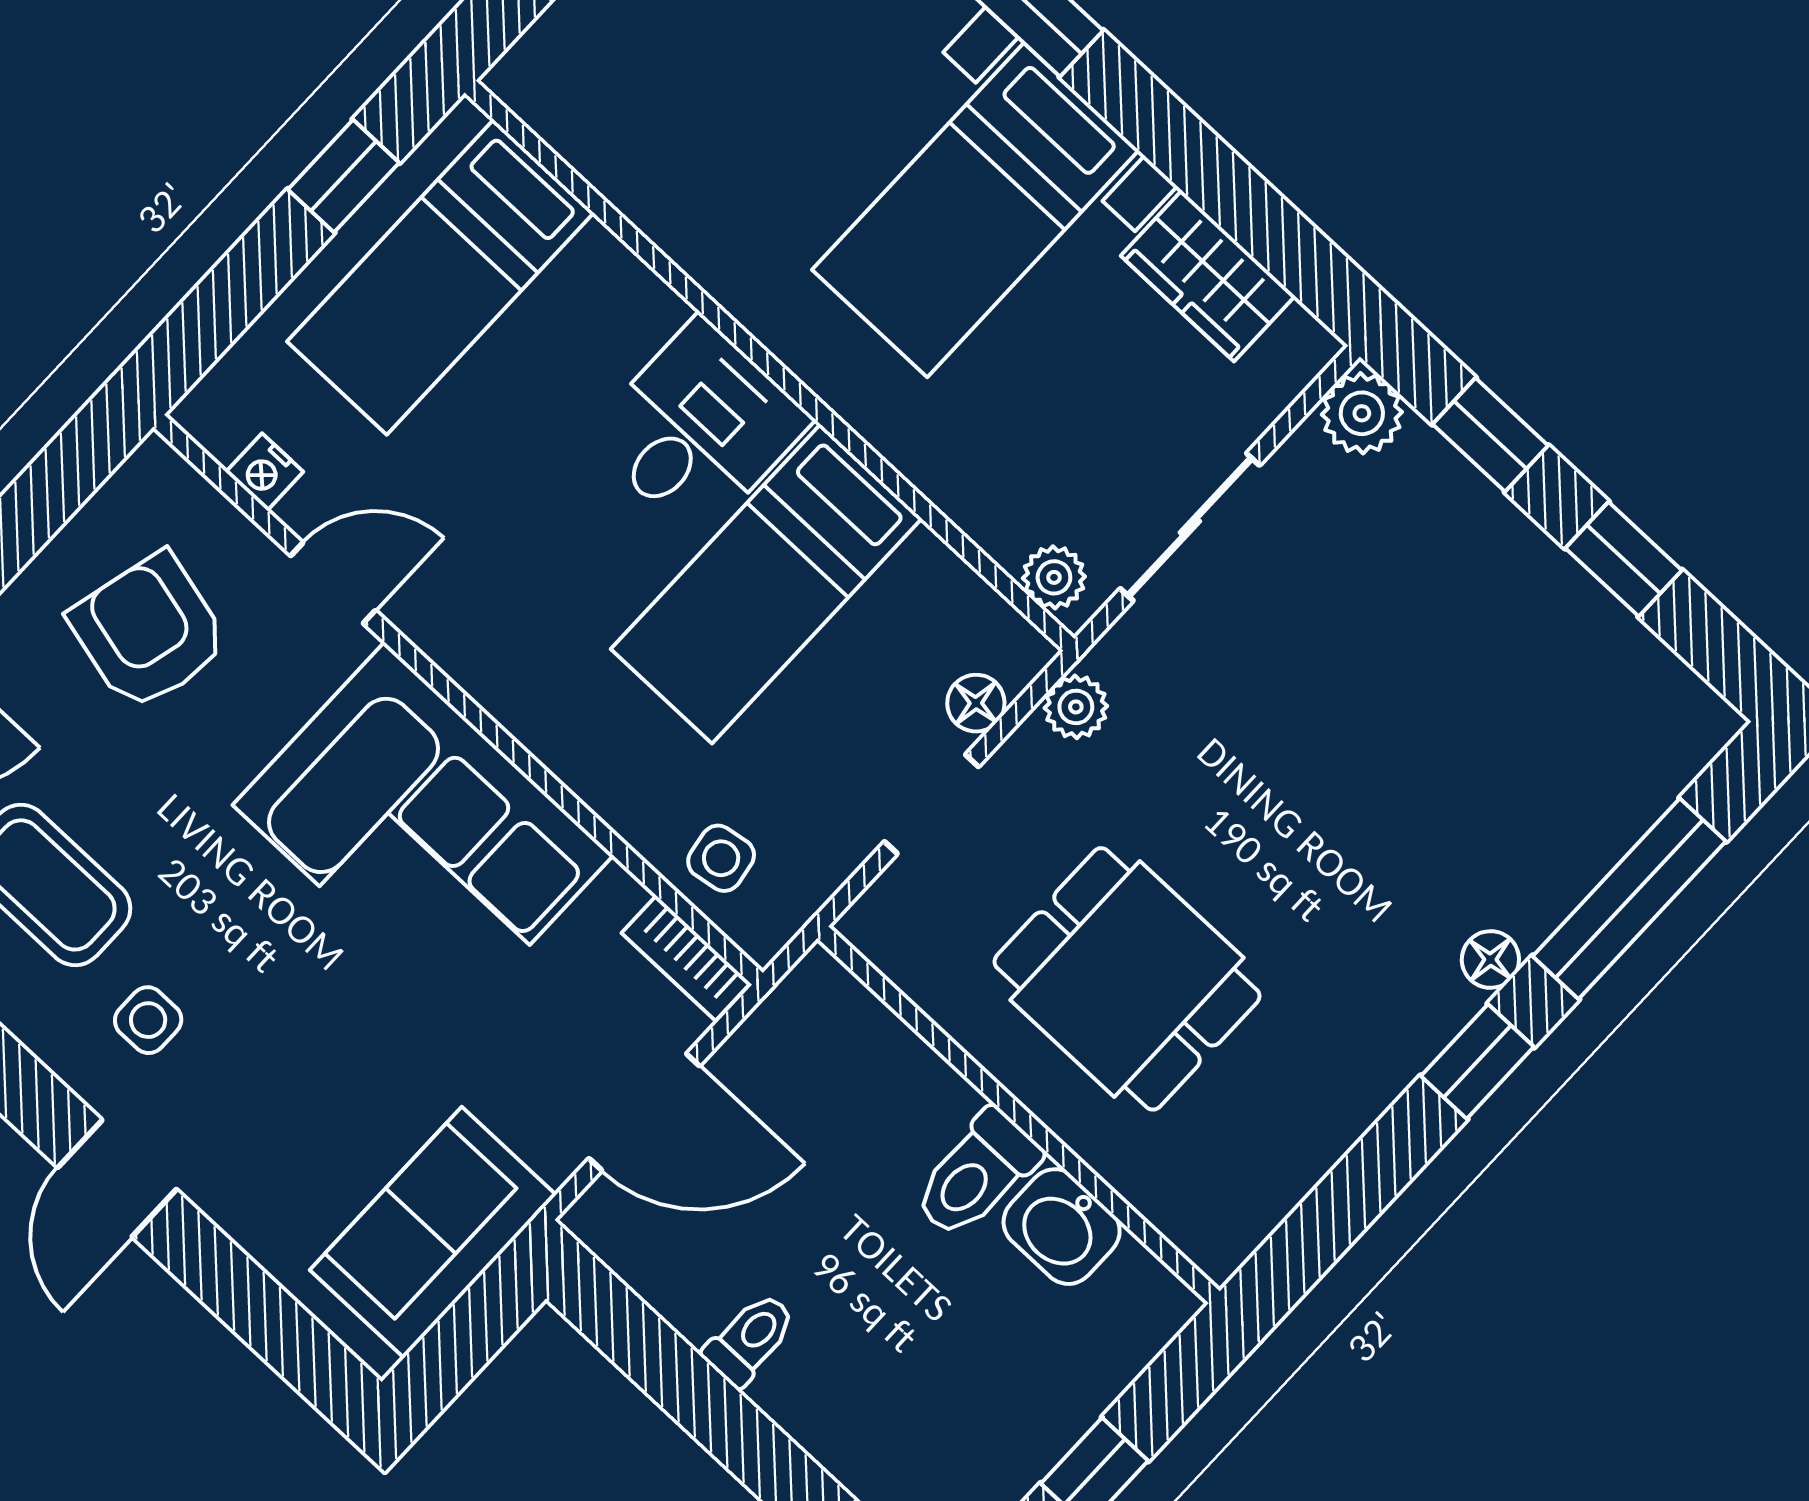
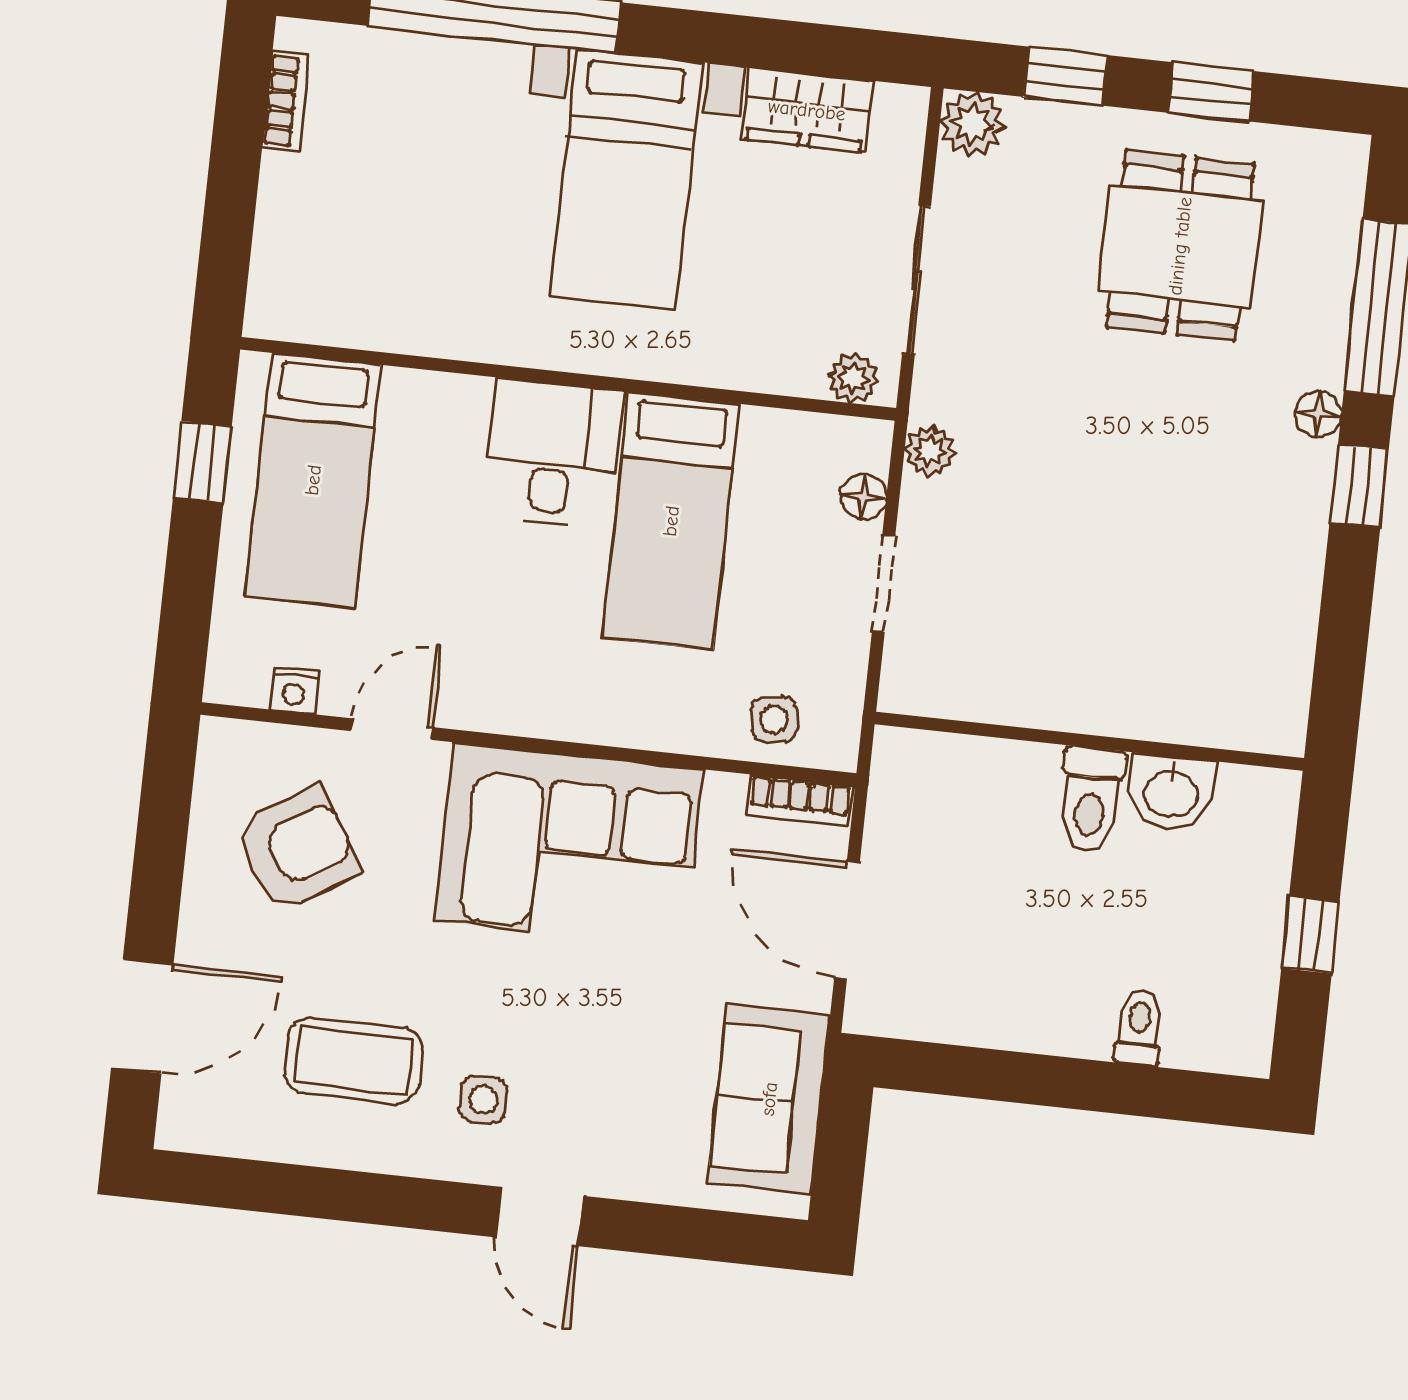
armchair: (149, 632) -> (297, 849), turned 134
dining table: (1127, 979) -> (1180, 246), moved, turned 90
door: (644, 1112) -> (847, 920), swing flipped
toilet: (750, 1339) -> (1139, 1028), moved

